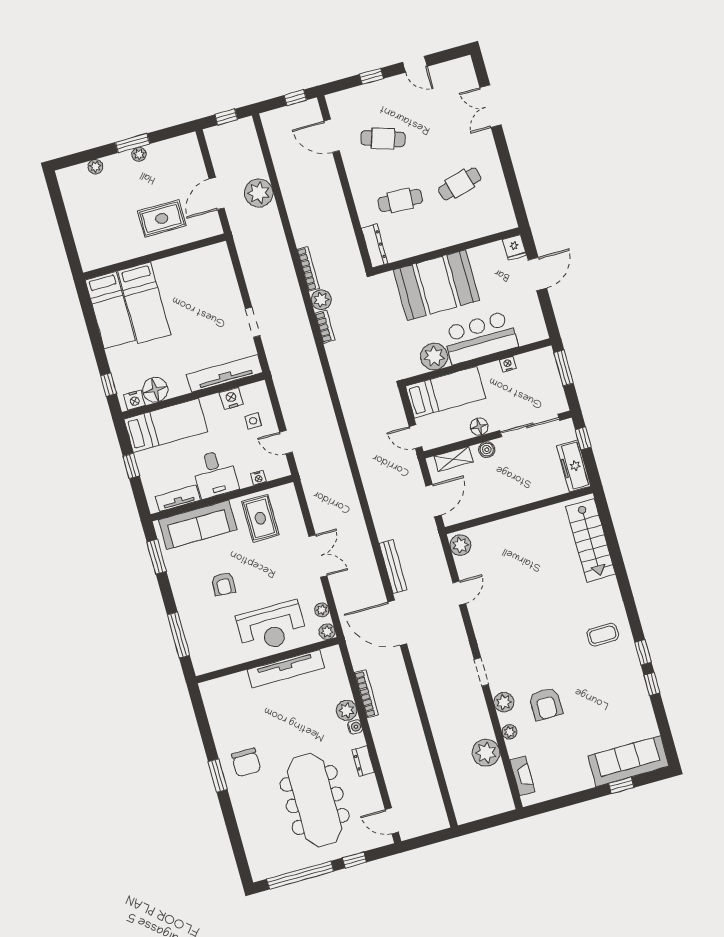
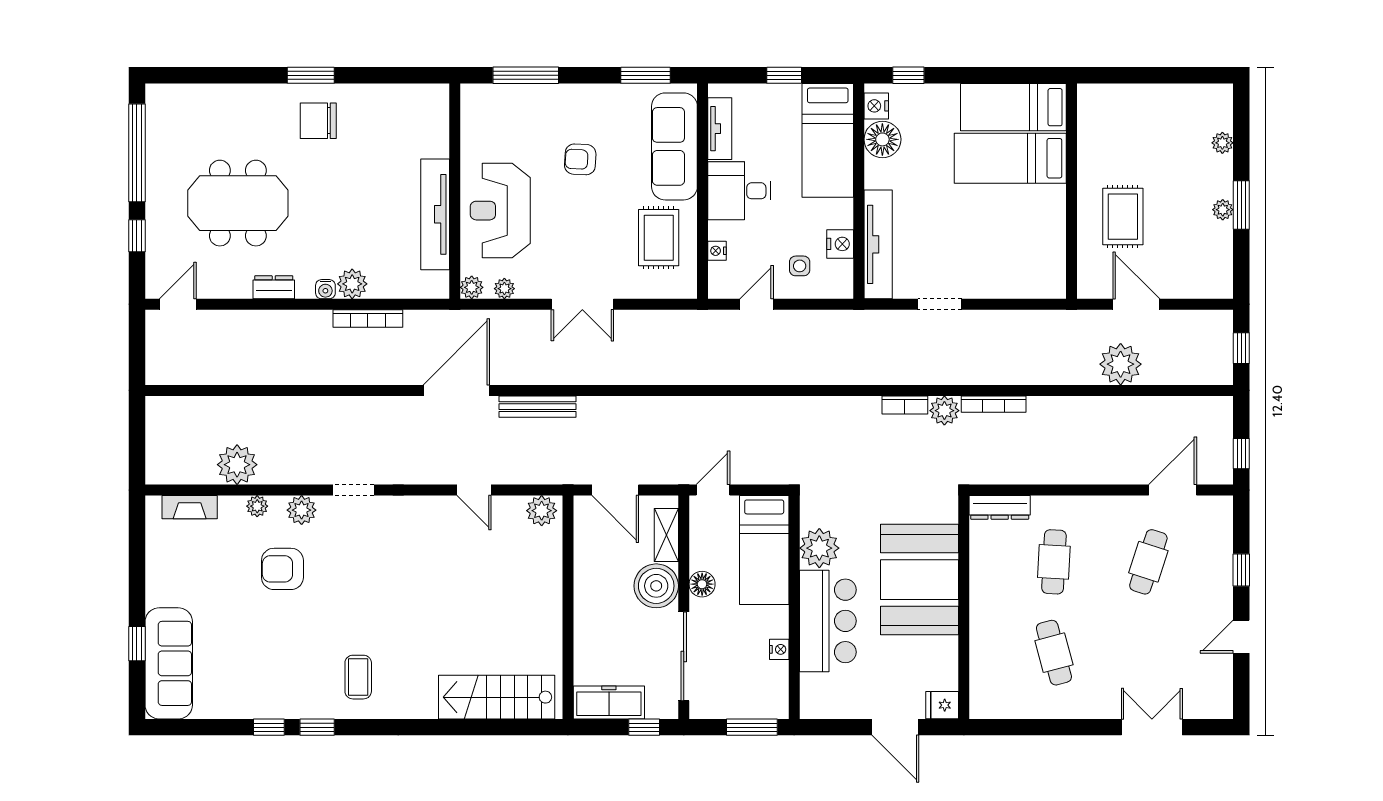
boiler: (487, 450) -> (656, 586), width x1.86, depth x1.86
rug: (260, 518) -> (659, 238), turned 90
meeting table: (315, 800) -> (238, 203), width x0.73

